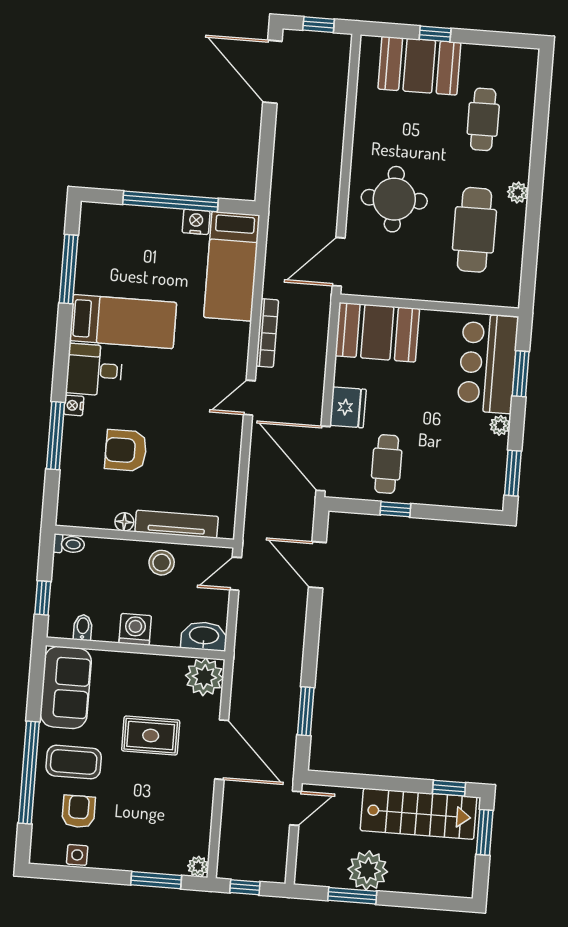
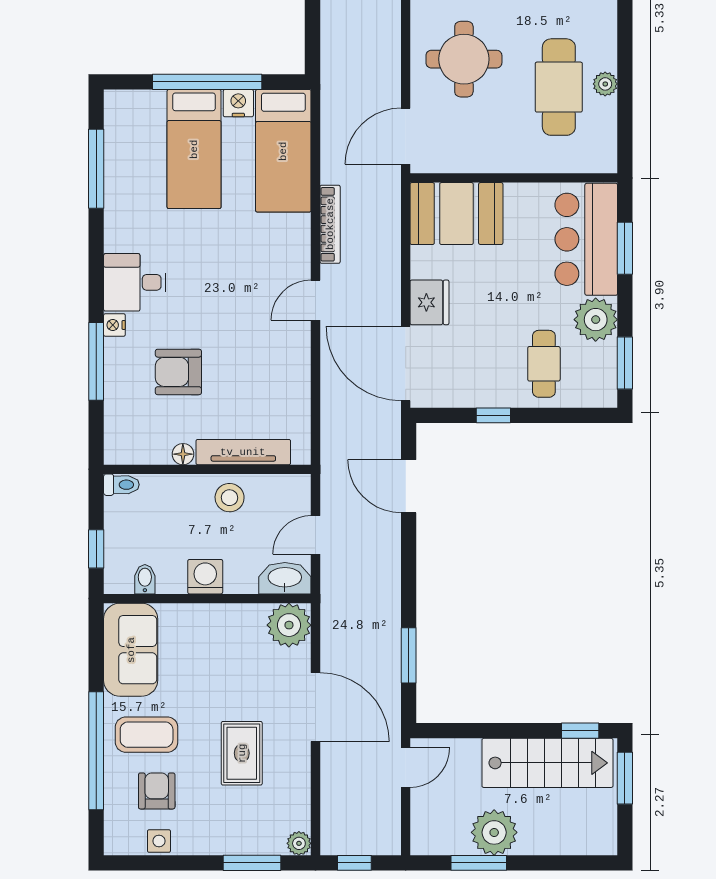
plant: (518, 192) -> (605, 84), moved
bed: (123, 322) -> (194, 149), moved, turned 90
plant: (500, 425) -> (596, 320), width x1.88, depth x1.88
cafe table: (387, 464) -> (544, 364), moved
door: (236, 574) -> (315, 535), moved
rug: (151, 736) -> (242, 753), moved, turned 90

